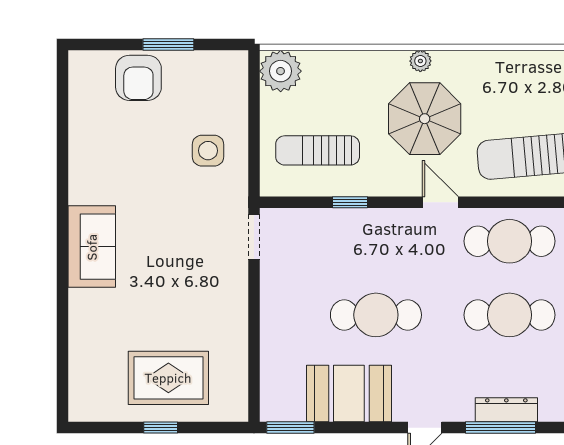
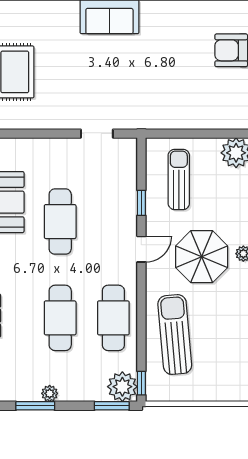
side table: (208, 151) -> (179, 100), removed
door: (440, 202) -> (141, 249), moved
doorway: (254, 237) -> (97, 134), moved

